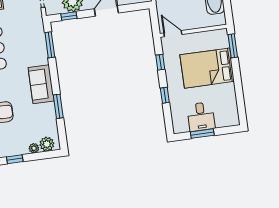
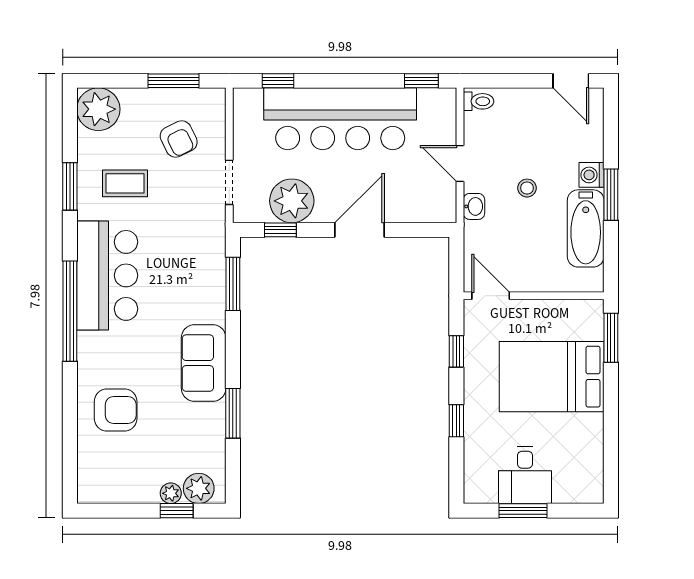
window: (15, 159) -> (177, 511), moved

